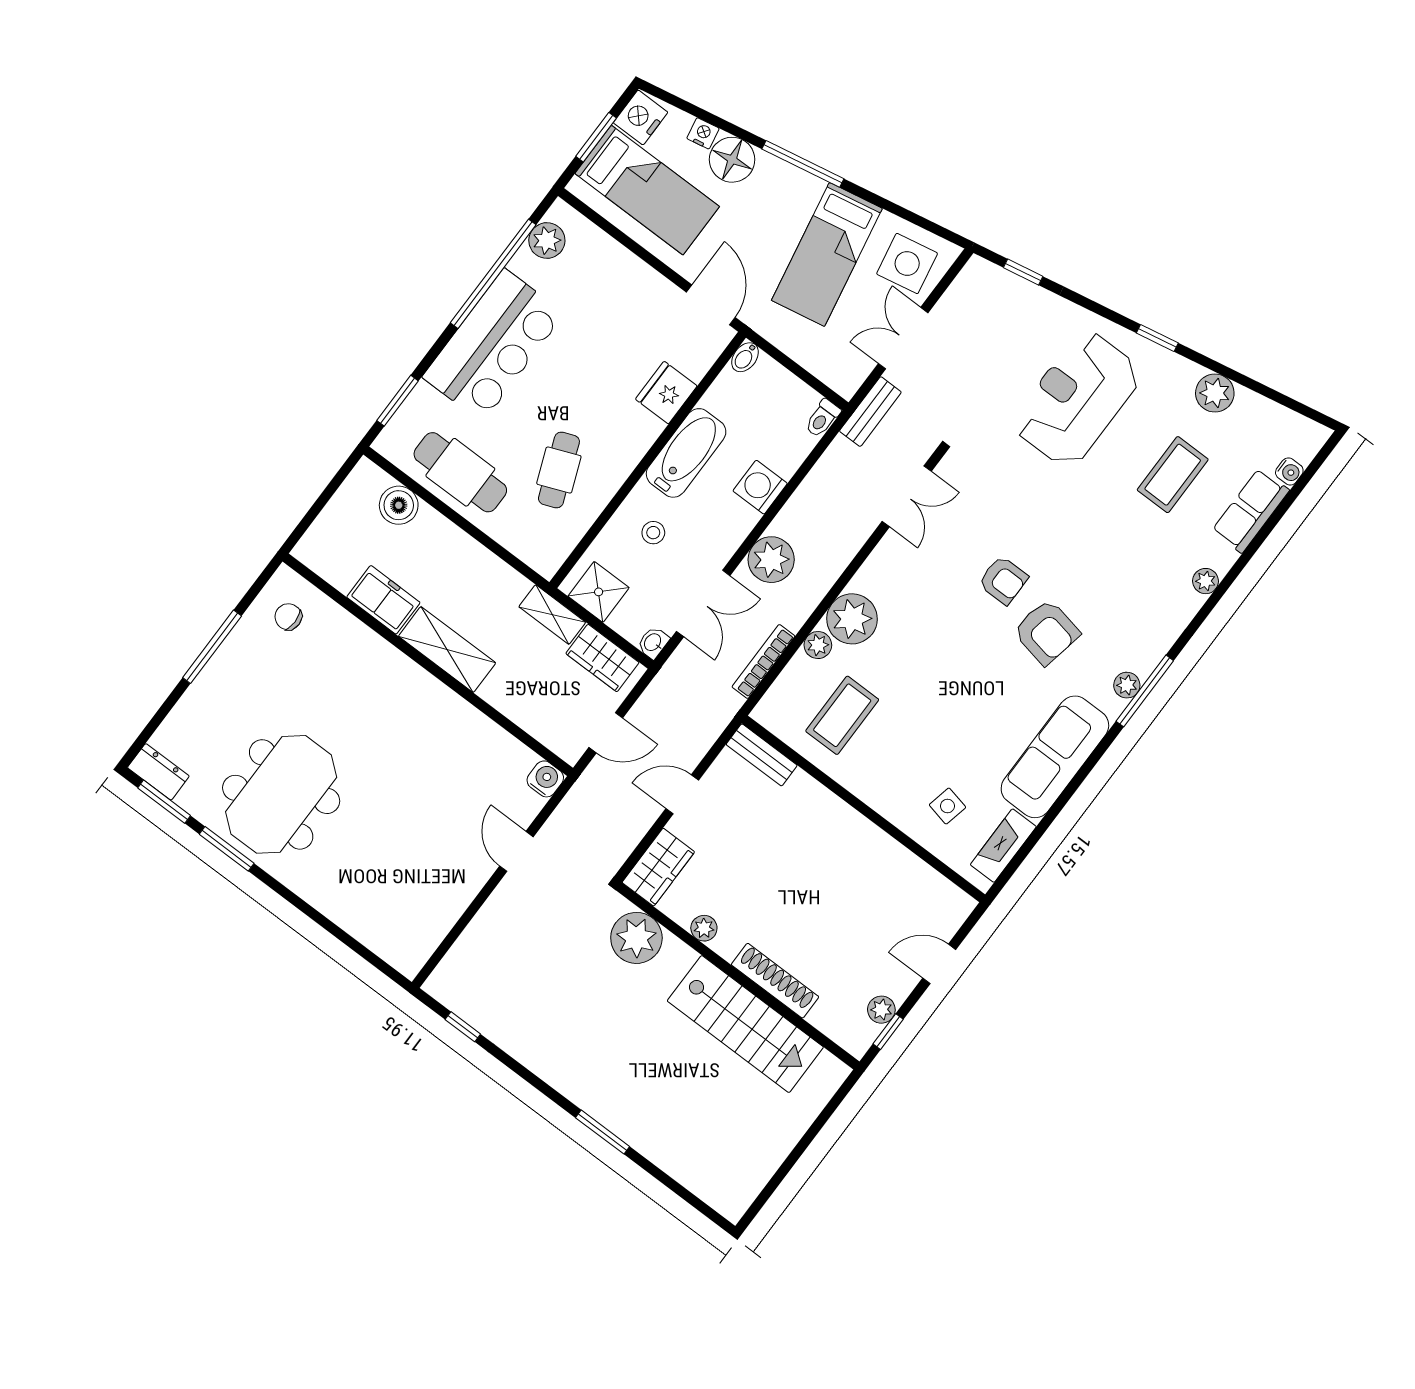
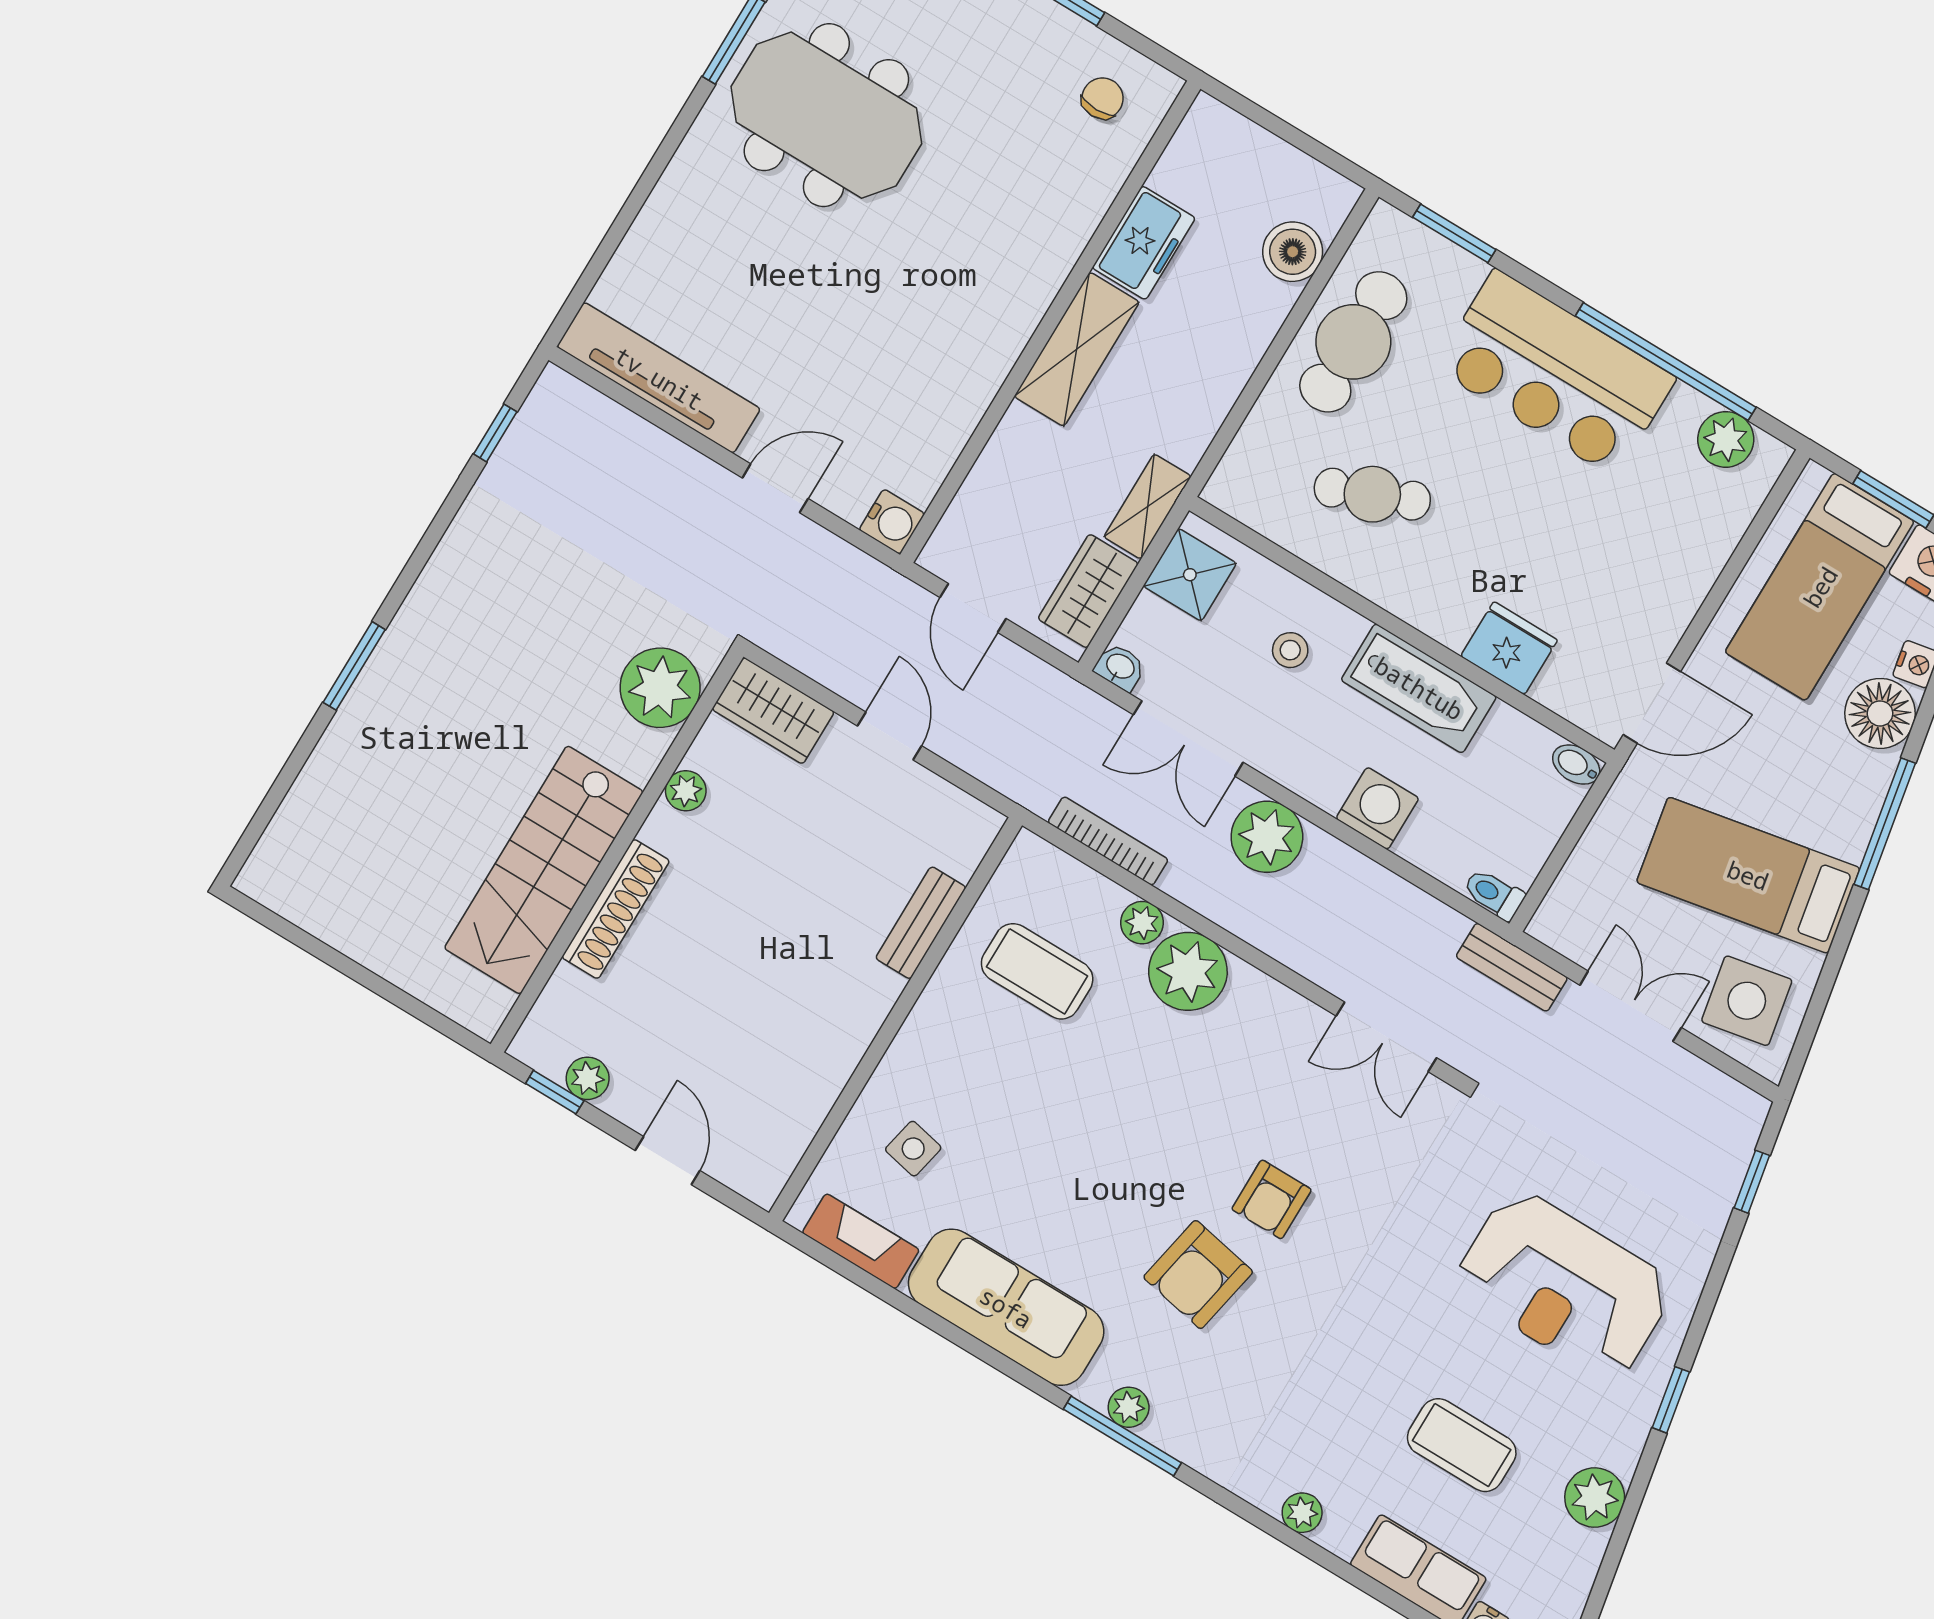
reception desk: (1077, 399) -> (1564, 1285), turned 180
bench: (762, 755) -> (921, 923), moved
tv unit: (438, 919) -> (659, 378), added

